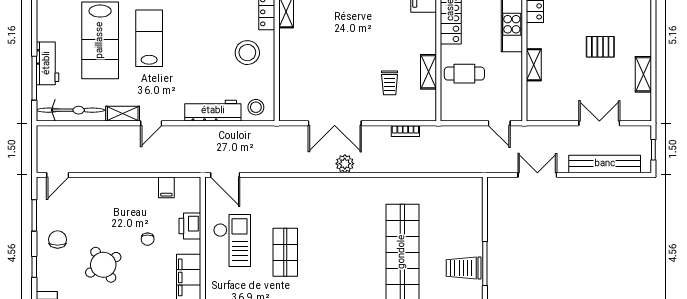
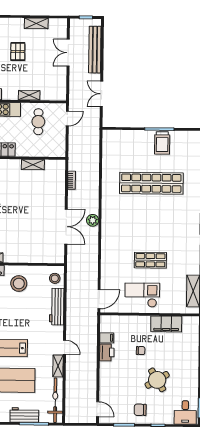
cafe table: (464, 74) -> (38, 122), moved
trolley: (390, 83) -> (40, 190), removed
printer: (190, 226) -> (107, 352), moved, turned -90

